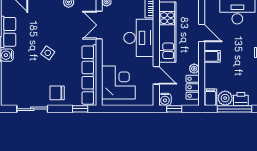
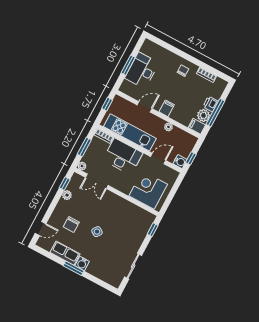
row of seats: (89, 75) -> (131, 209), removed
locker: (193, 87) -> (182, 136), removed
chair: (57, 93) -> (71, 224), moved

